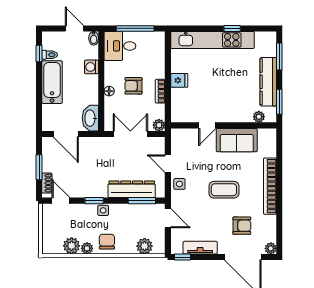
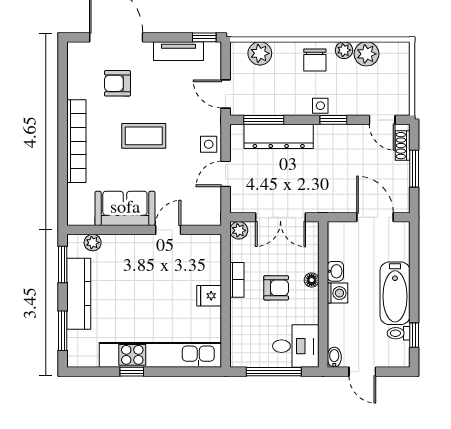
washing machine: (91, 67) -> (337, 293), moved
washbasin: (90, 118) -> (335, 271), moved, width x0.52, depth x0.69
door: (168, 164) -> (226, 174), swing flipped
plant: (271, 248) -> (75, 50), removed

